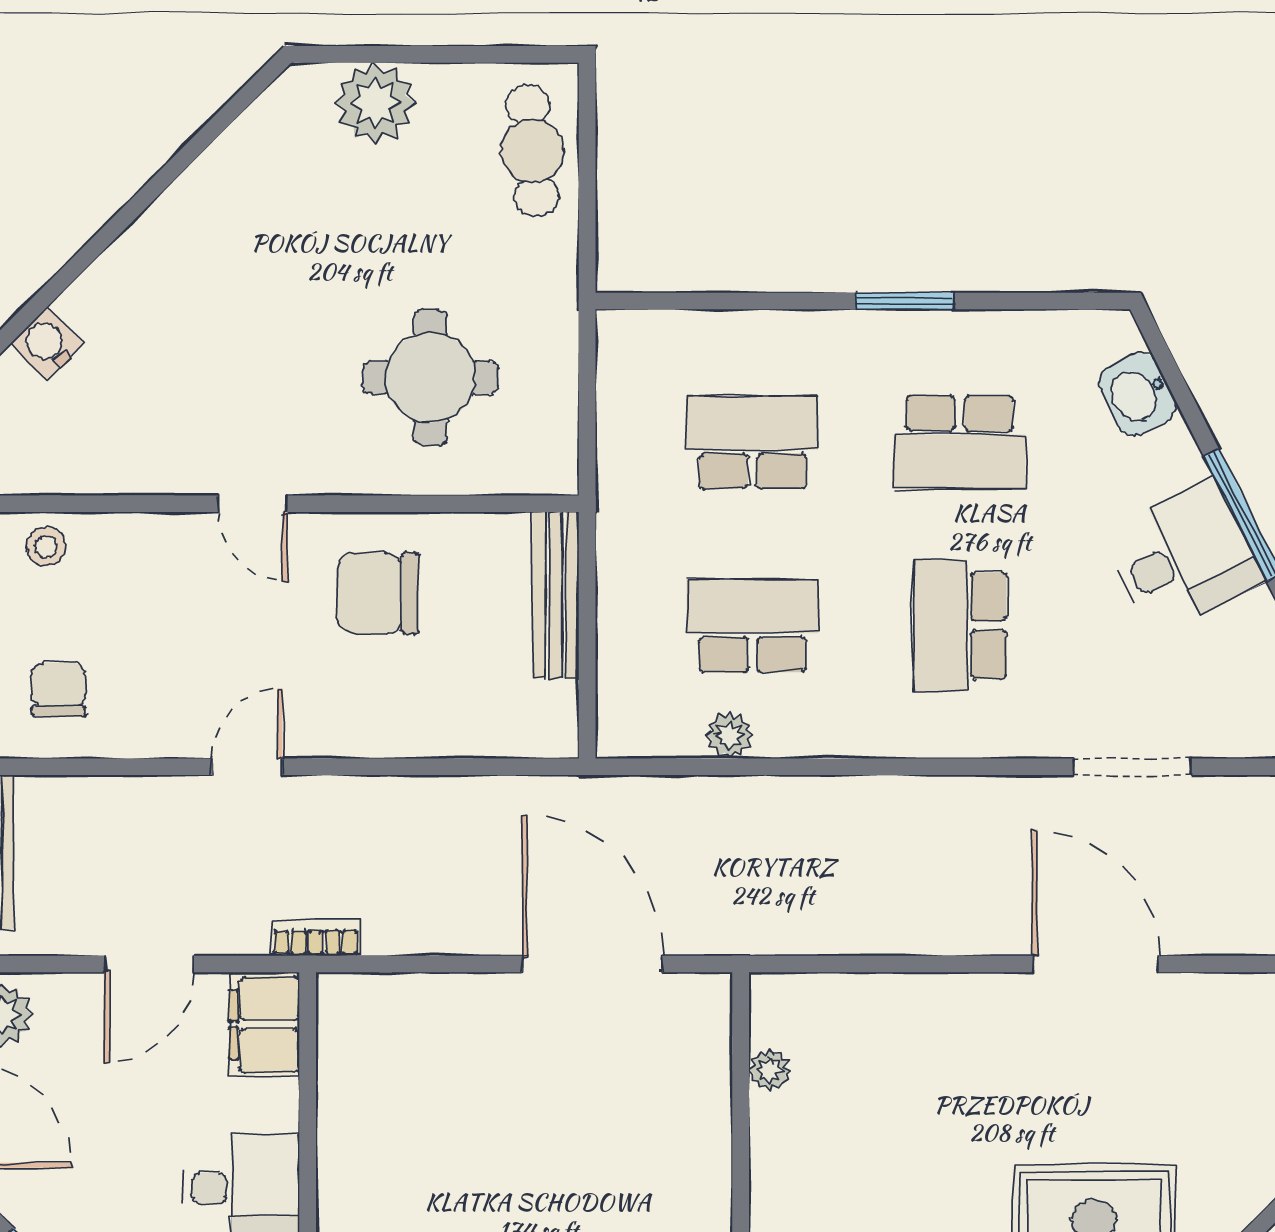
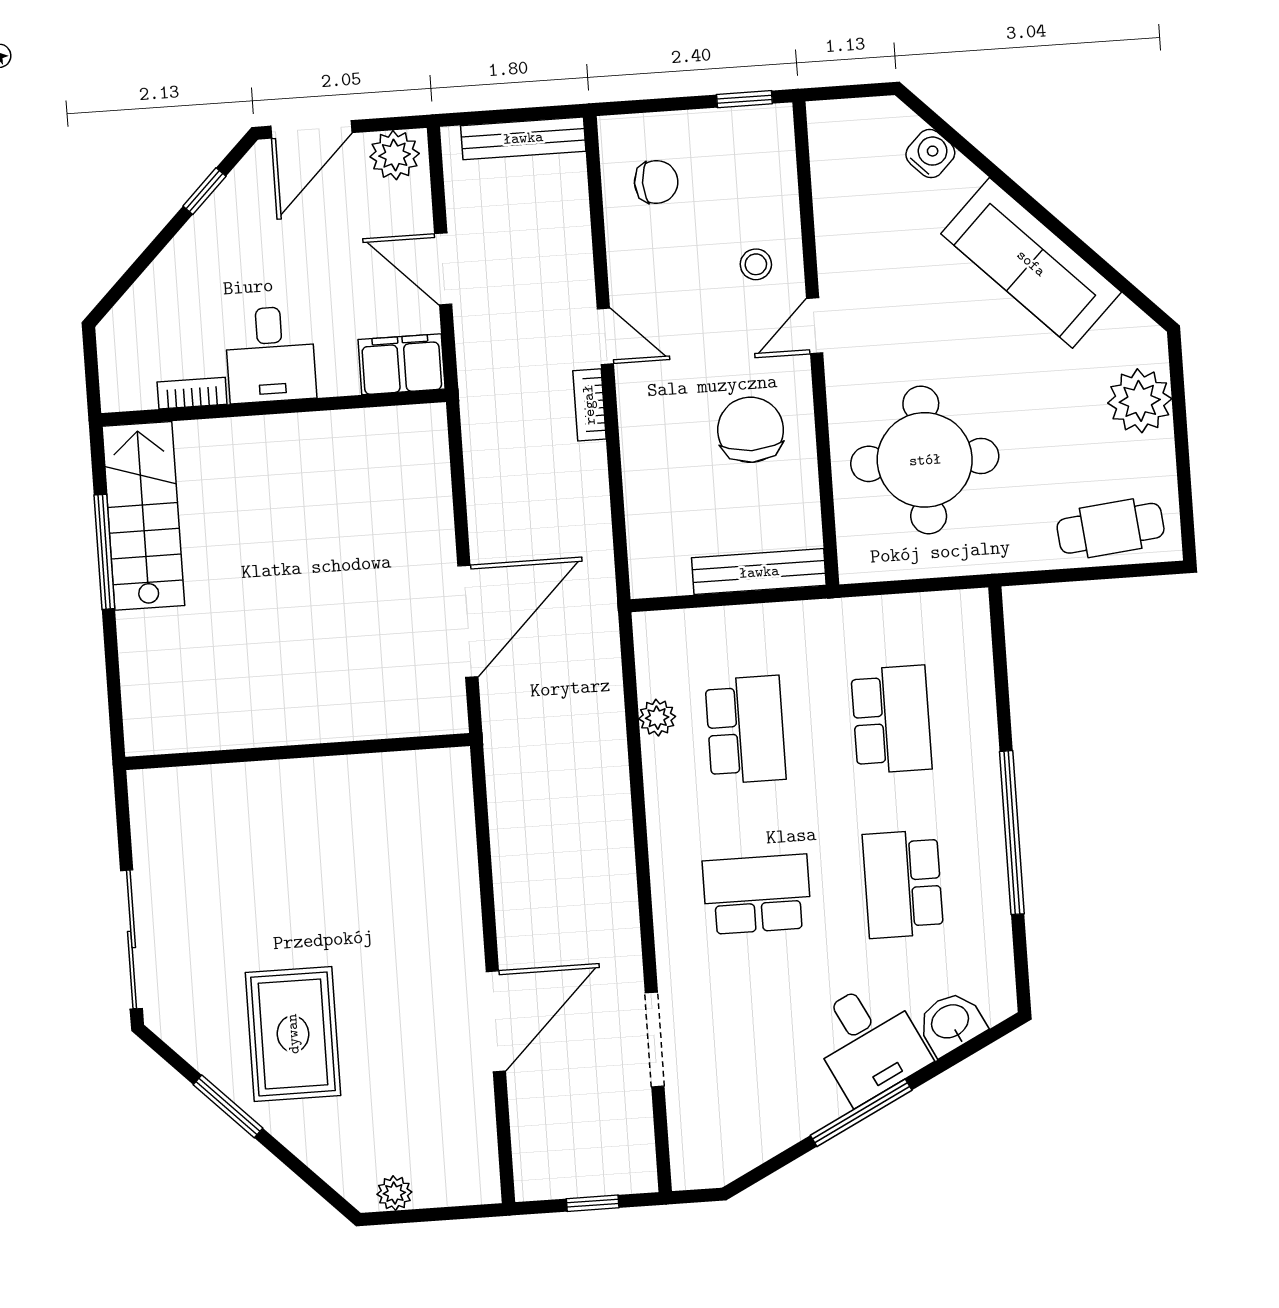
sofa: (193, 227) -> (1031, 263), added
window: (905, 301) -> (1012, 833), width x2.11
round table: (430, 378) -> (925, 460), width x1.36, depth x1.36
stool: (46, 547) -> (756, 264), moved
desk: (1183, 557) -> (868, 1042), moved
bookcase: (316, 938) -> (589, 405), moved, turned 180
plant: (770, 1070) -> (393, 768), removed

